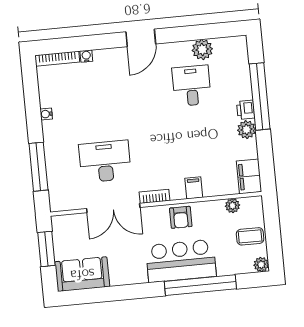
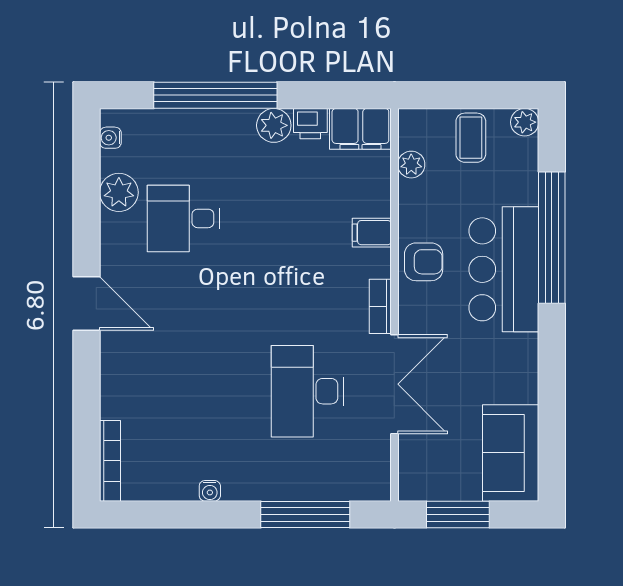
water cooler: (86, 56) -> (110, 138), moved
printer: (246, 110) -> (310, 124), moved

